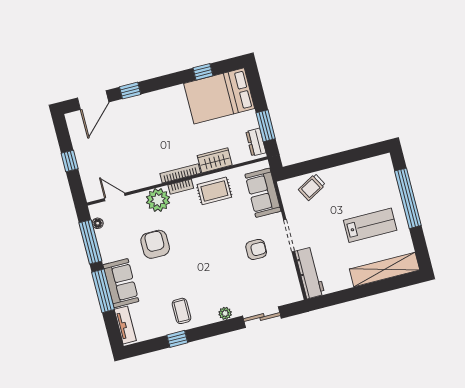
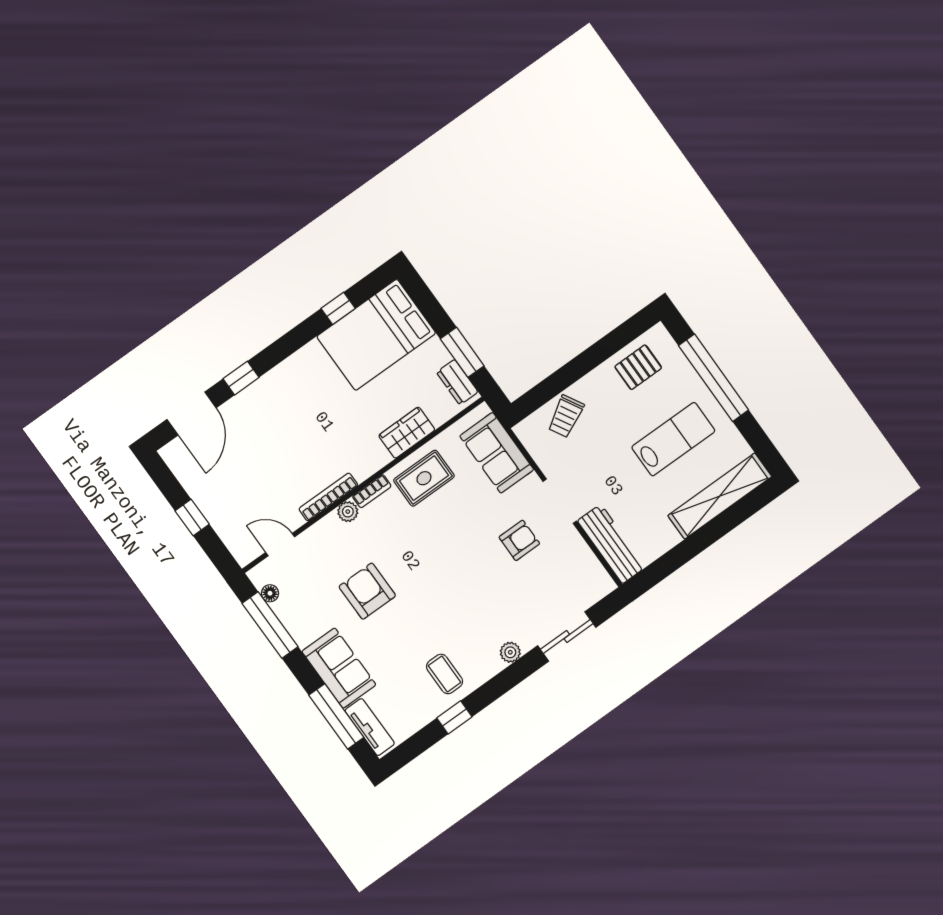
bookcase: (180, 173) -> (328, 497), moved
pallet: (366, 175) -> (638, 367), added
plant: (158, 200) -> (348, 512), width x0.53, depth x0.53
window: (103, 291) -> (336, 716), moved

